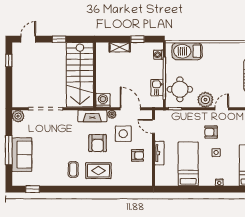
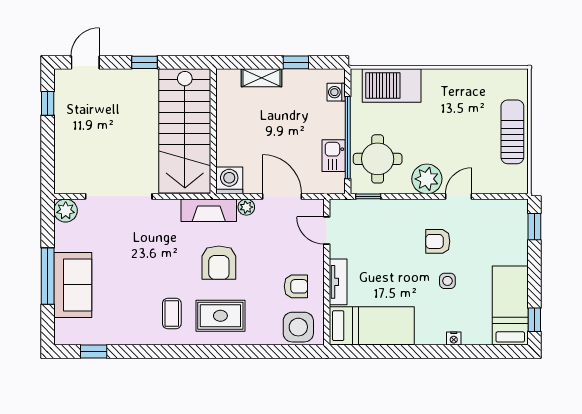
side table: (123, 134) -> (298, 327), moved
bed: (188, 164) -> (372, 326), moved, turned 90

